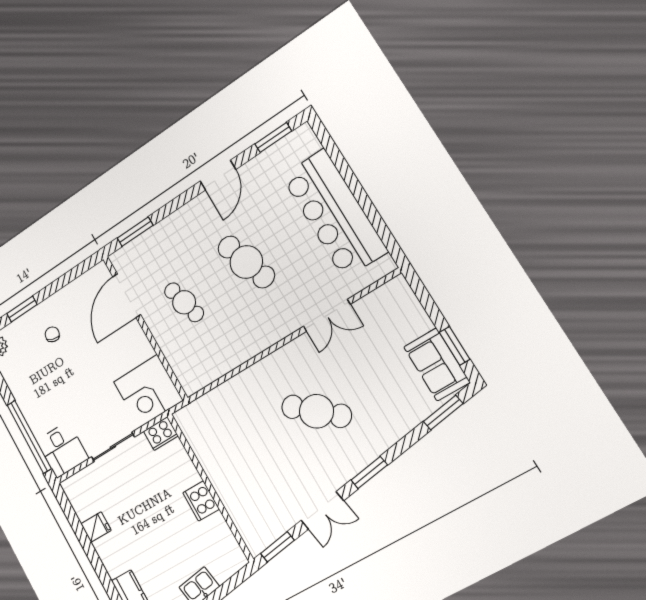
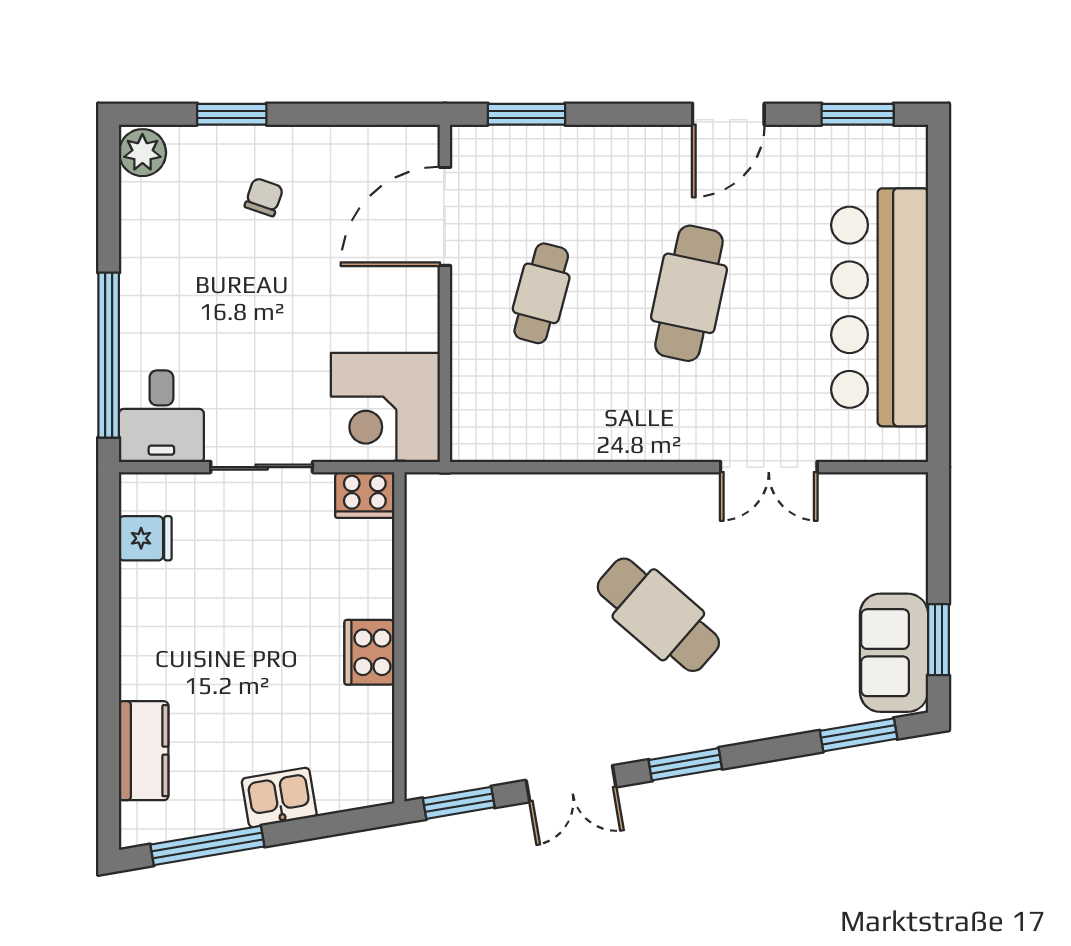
cafe table: (246, 262) -> (689, 293), turned 30
cafe table: (184, 302) -> (541, 293), turned 30
fridge: (96, 527) -> (145, 538), moved

